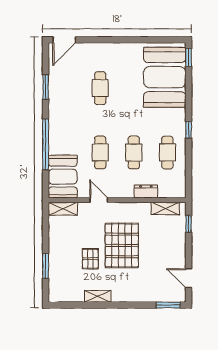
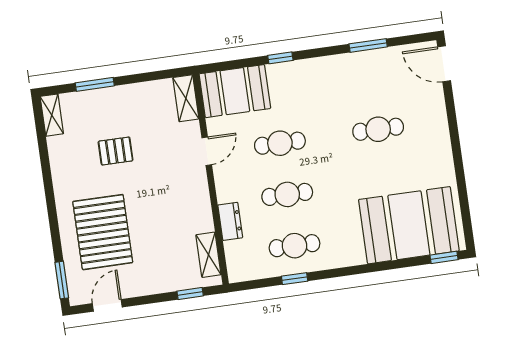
window: (189, 130) -> (295, 279), moved
window: (46, 144) -> (280, 58), width x0.32
pallet: (122, 245) -> (103, 232), moved, turned 90
shelving: (98, 296) -> (52, 115), moved

